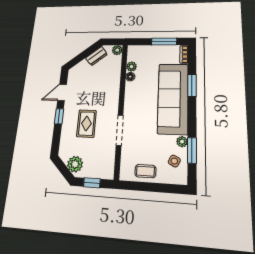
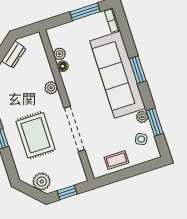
plant: (117, 50) -> (51, 88), moved
window: (192, 85) -> (138, 70), moved
rug: (86, 124) -> (36, 135), width x1.36, depth x1.43
doorway: (120, 130) -> (74, 129), width x1.36

